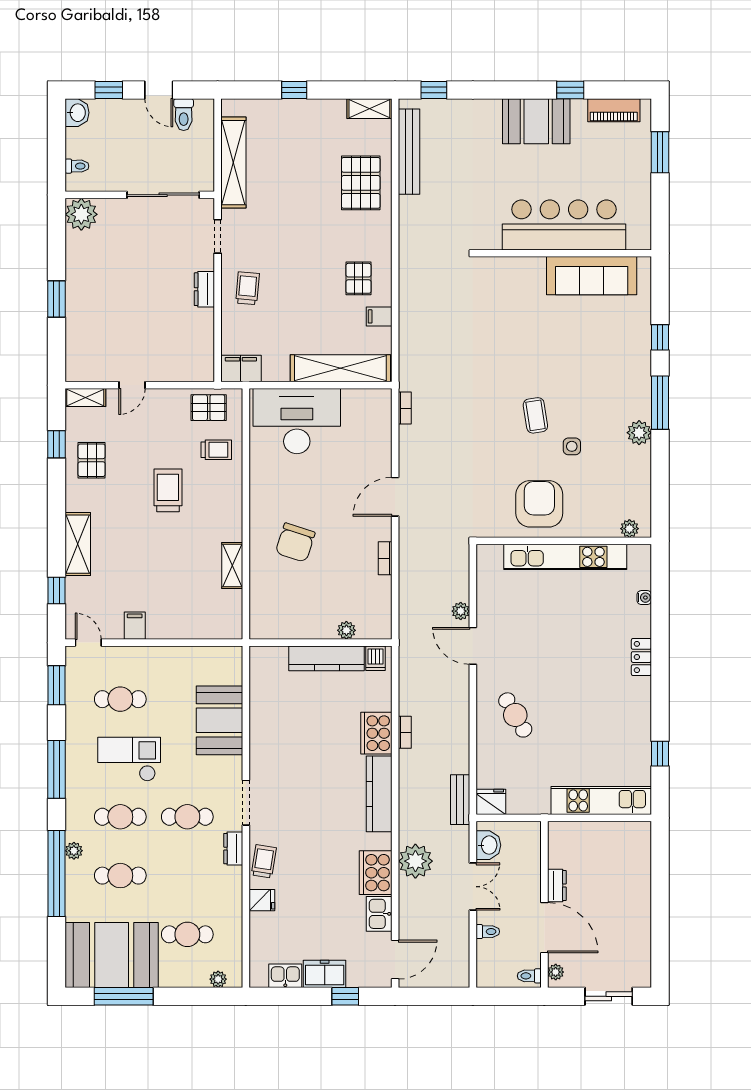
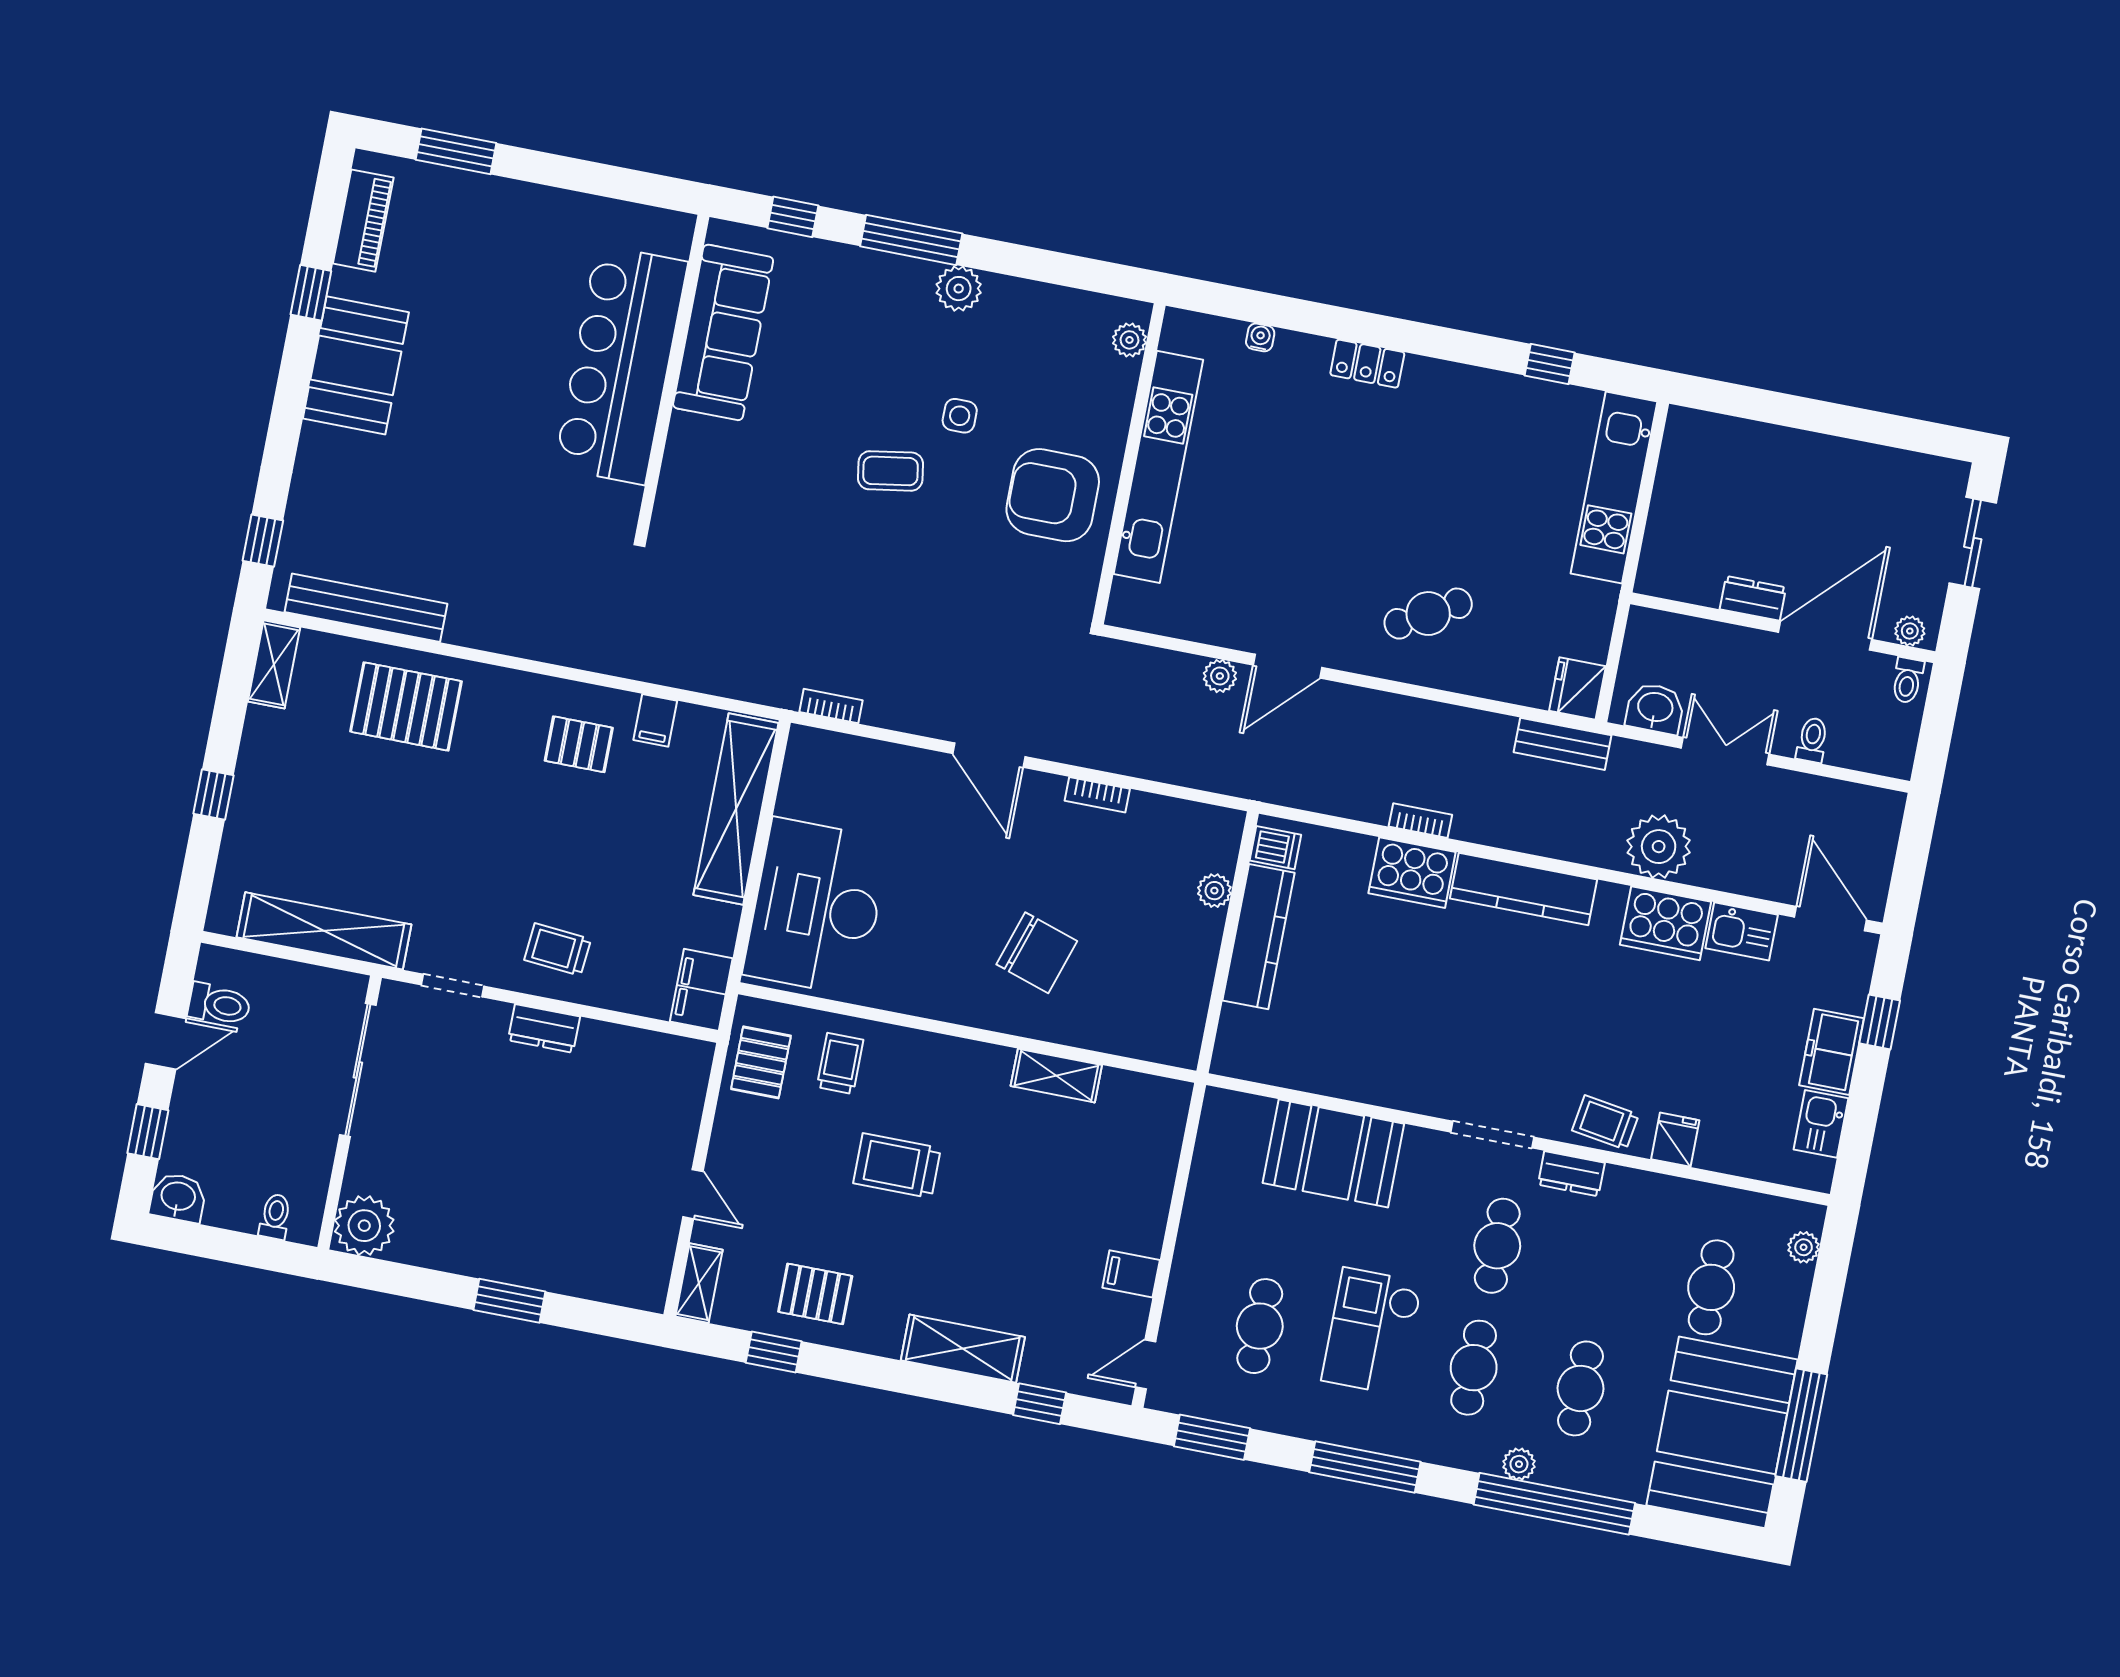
bar counter: (564, 225) -> (621, 365), moved
wall: (564, 253) -> (673, 375), moved
sofa: (592, 276) -> (723, 332), moved

